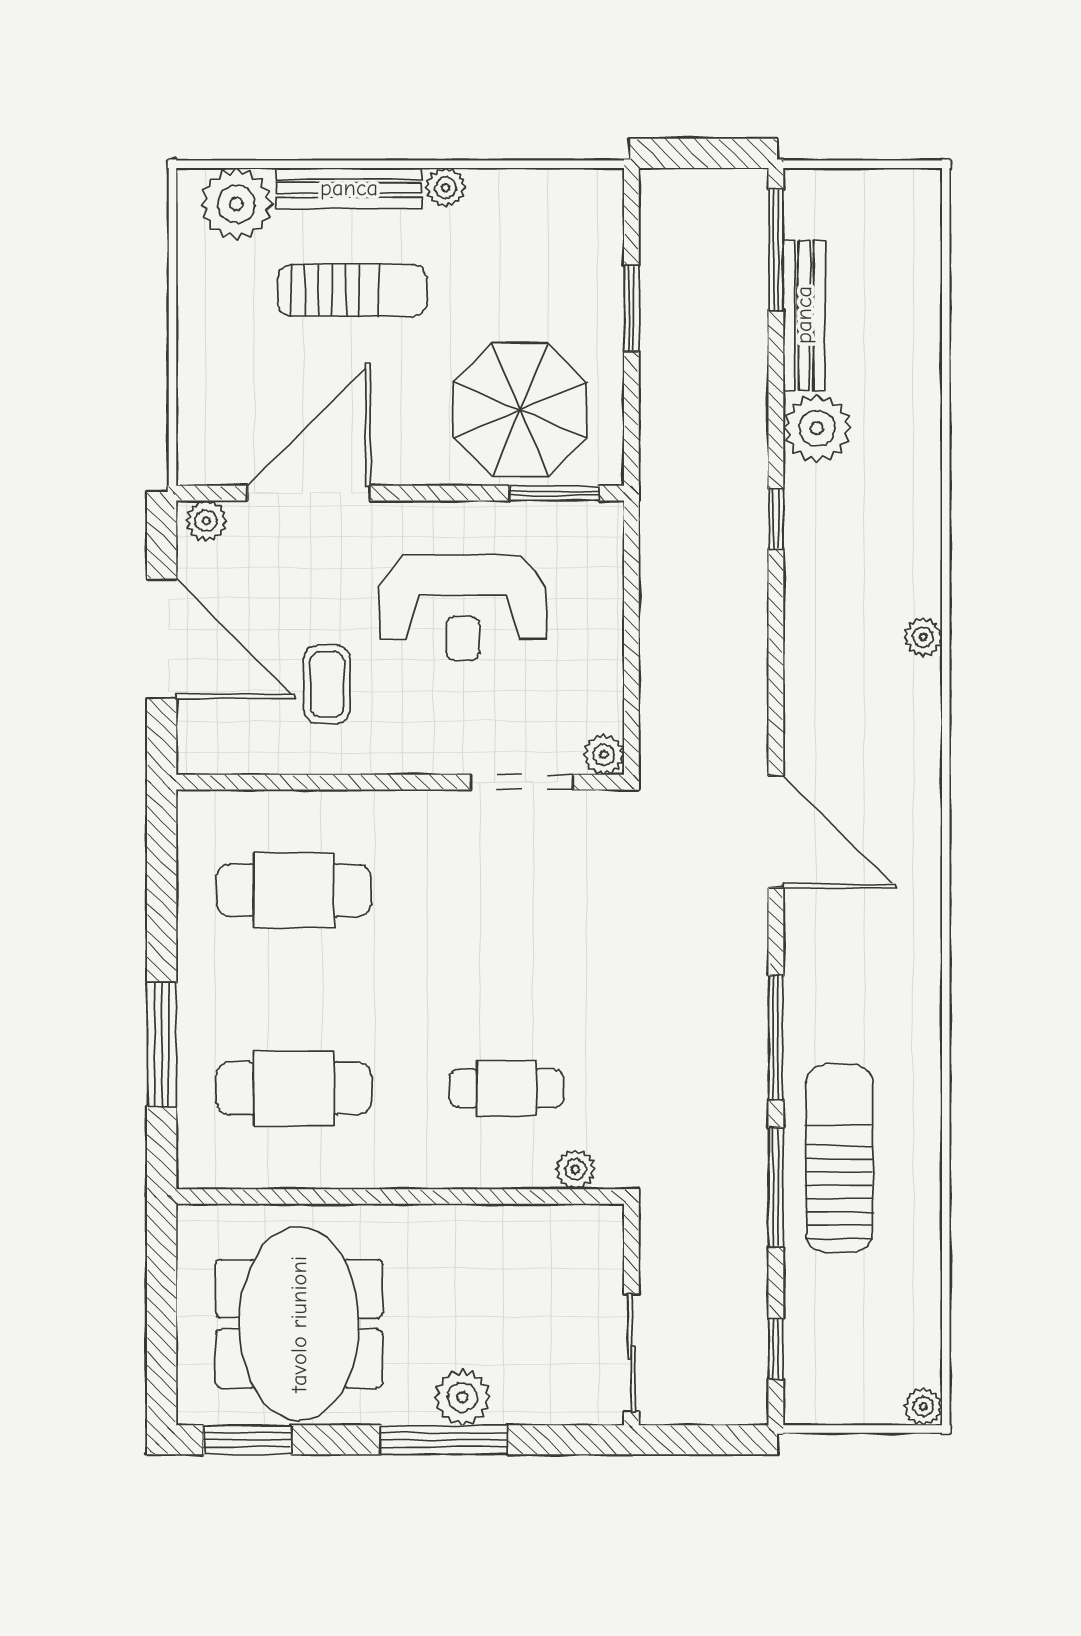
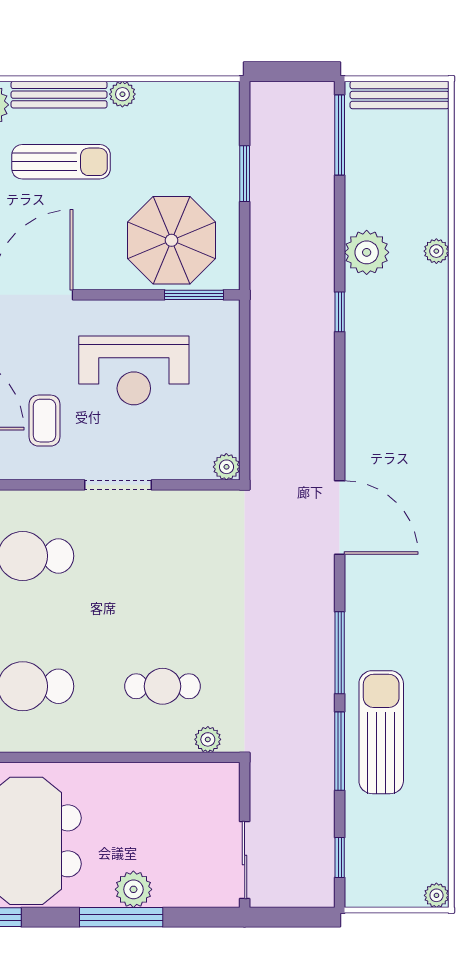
bench: (804, 315) -> (400, 95), moved, turned 90
plant: (923, 637) -> (436, 251), moved
doorway: (522, 782) -> (118, 485), moved

